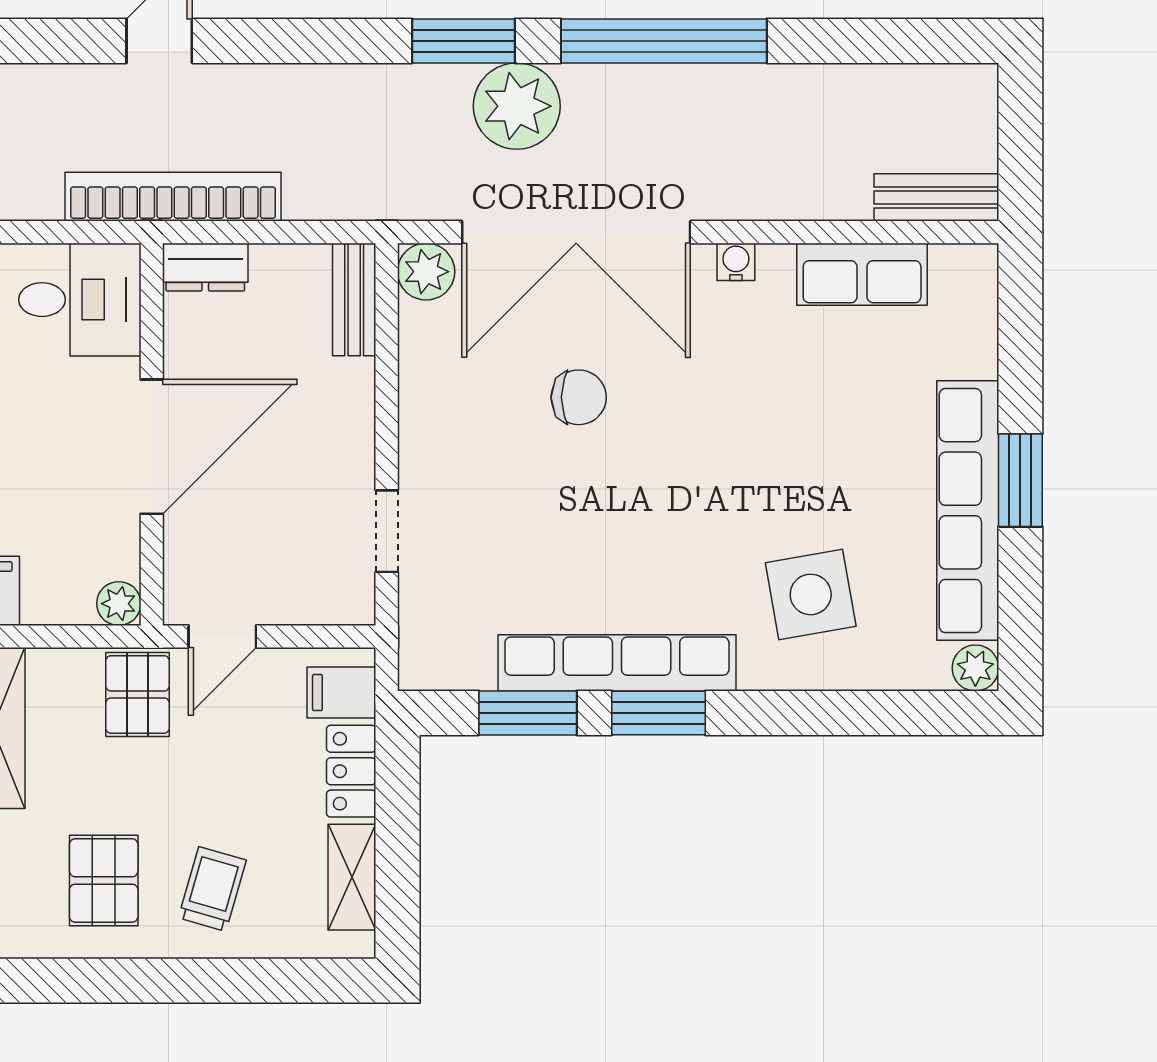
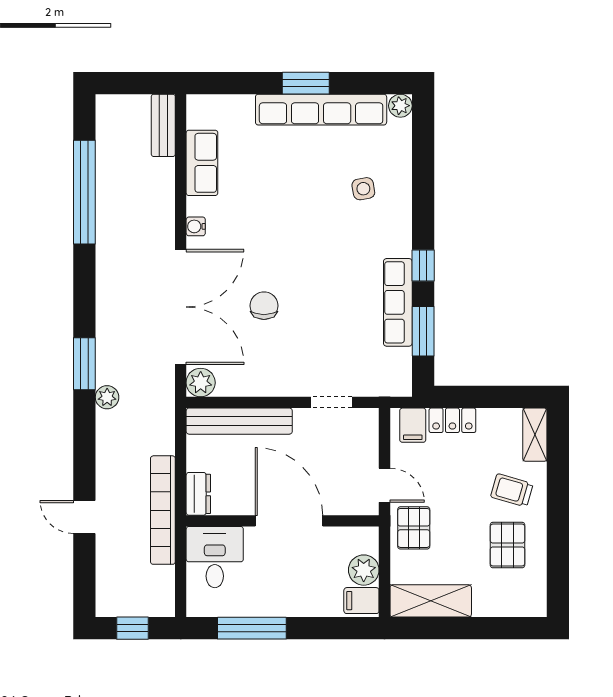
window: (664, 41) -> (84, 192), moved
plant: (517, 106) -> (107, 397), moved, width x0.53, depth x0.53
bench: (354, 299) -> (239, 421), width x1.86, depth x1.21
side table: (811, 594) -> (363, 189), width x0.54, depth x0.54
plant: (119, 604) -> (364, 570), moved, width x1.38, depth x1.38
row of seats: (617, 663) -> (398, 302), width x0.73
pallet: (138, 694) -> (414, 528), turned 90
window: (659, 713) -> (423, 265), width x0.67
shelving: (352, 877) -> (535, 435), moved, turned 90
pallet: (104, 880) -> (507, 545), turned 90

